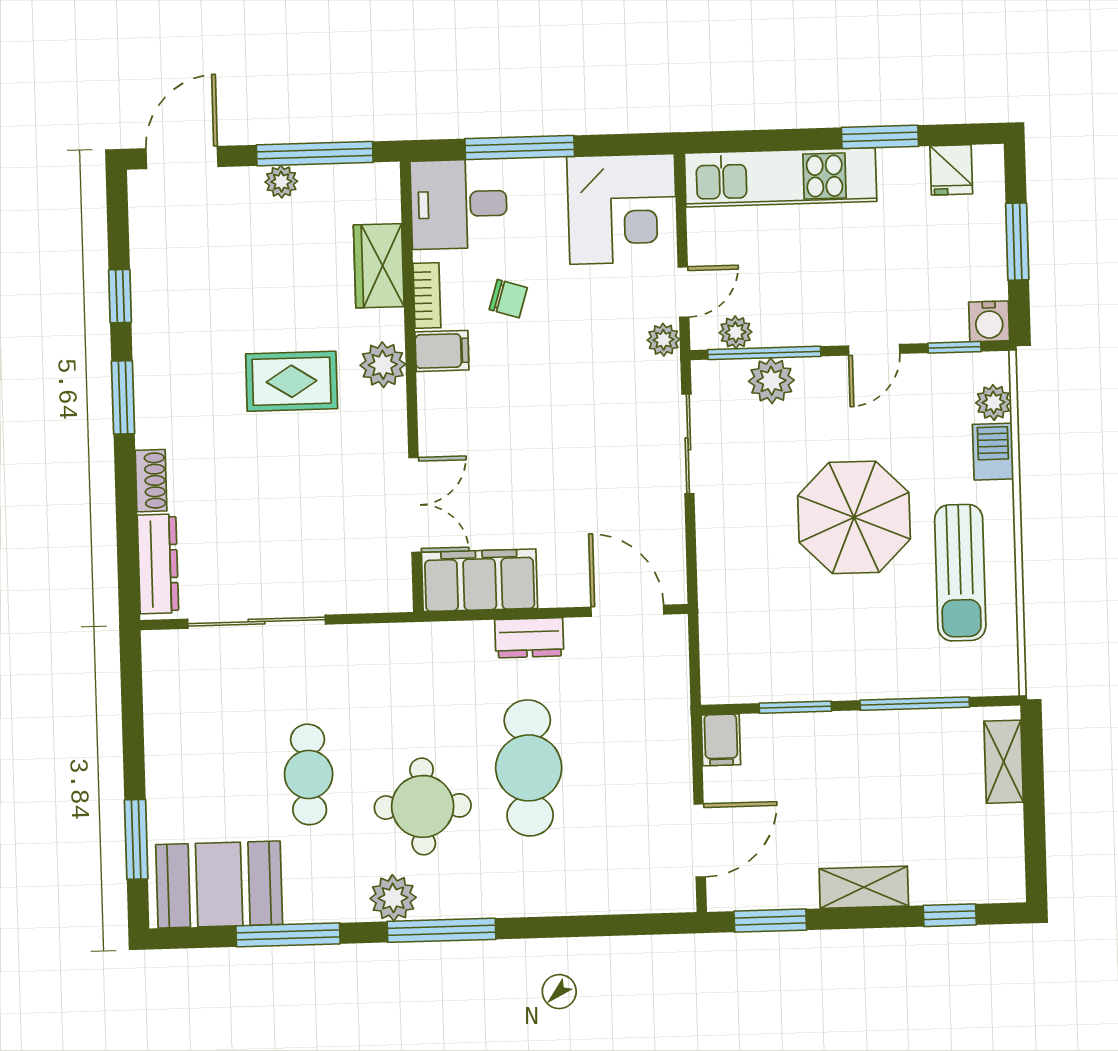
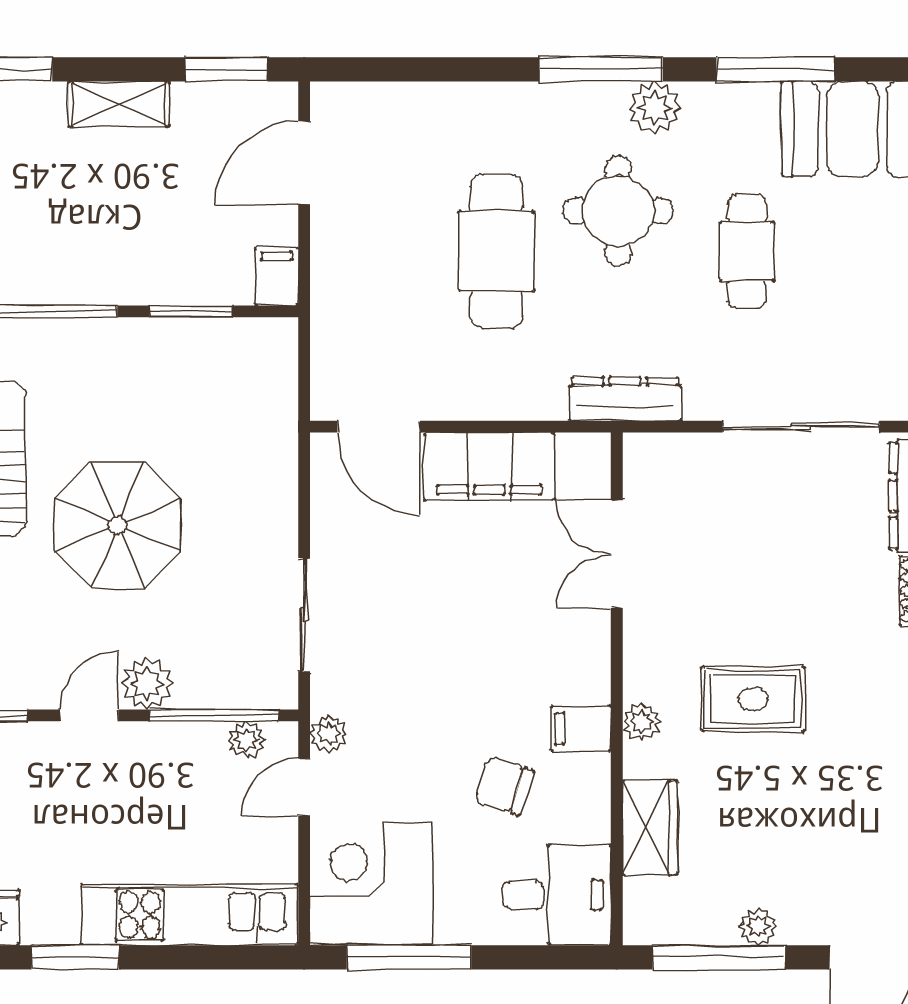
window: (520, 148) -> (409, 957), moved
bookcase: (427, 295) -> (596, 792), removed
chair: (508, 299) -> (504, 786), width x1.37, depth x1.37
plant: (383, 365) -> (641, 722), width x0.73, depth x0.73
plant: (771, 381) -> (147, 683), moved
filing cabinet: (480, 580) -> (489, 466), moved
dresser: (529, 638) -> (625, 399), moved, width x1.44

